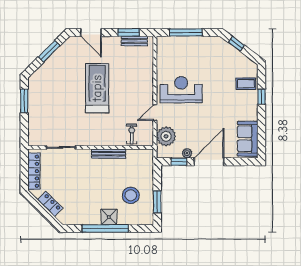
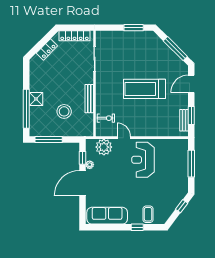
window: (49, 51) -> (175, 49), width x1.44
treadmill: (97, 88) -> (144, 89), turned 180
reception desk: (181, 90) -> (143, 160), turned 180
sofa: (248, 139) -> (107, 216), width x1.36
door: (209, 162) -> (82, 183), swing flipped
stool: (131, 195) -> (64, 111), moved
window: (157, 202) -> (49, 140), width x1.44
window: (105, 228) -> (26, 109), moved

